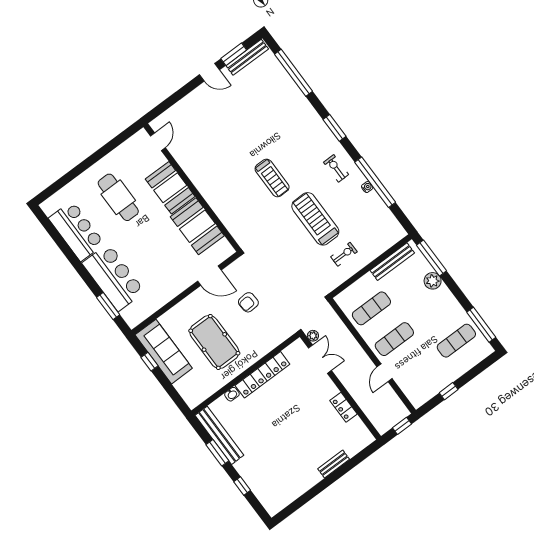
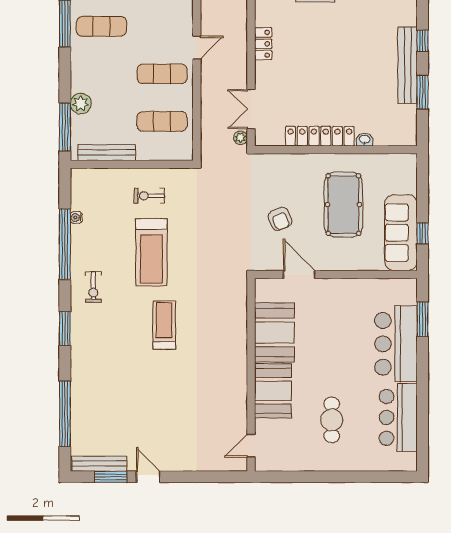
water cooler: (367, 187) -> (76, 218), moved
cafe table: (118, 197) -> (332, 420), width x0.73, depth x0.74
armchair: (248, 302) -> (280, 219), turned 70
bench: (219, 435) -> (408, 65), moved

